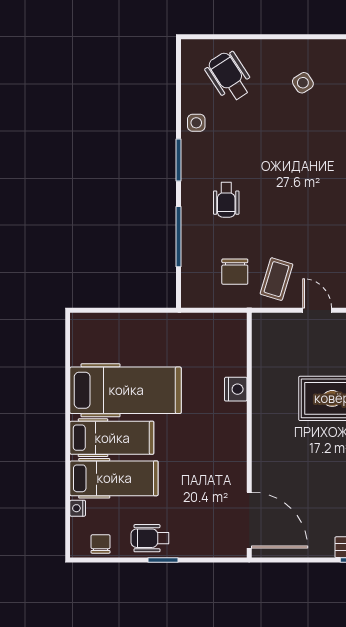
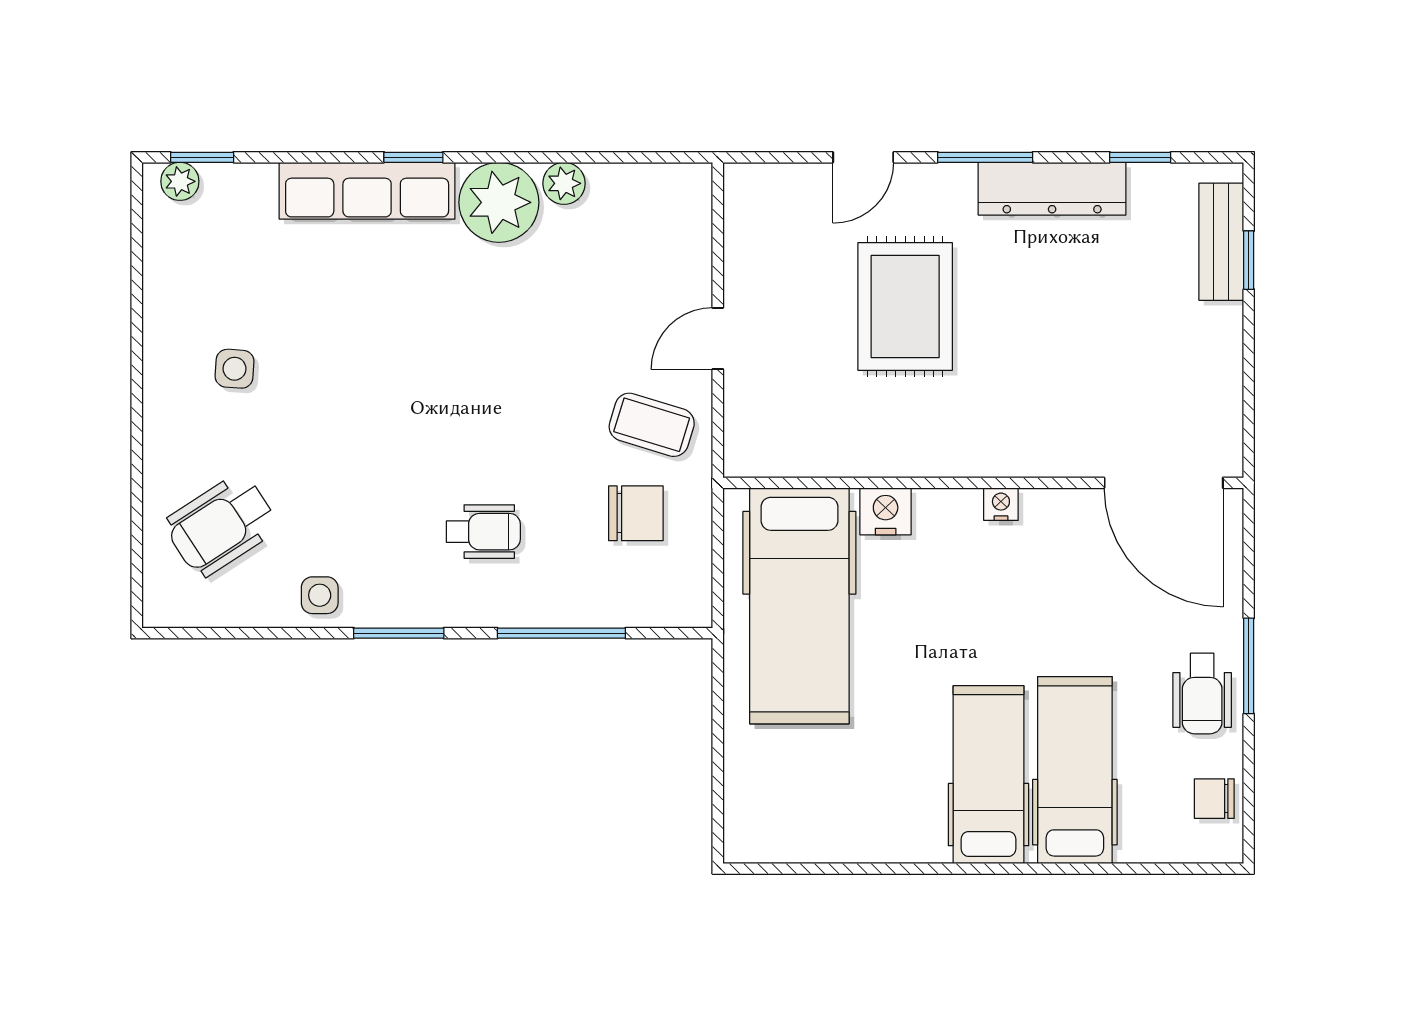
side table: (303, 83) -> (235, 369), turned 37
hospital bed: (126, 390) -> (799, 606), moved, turned 180
nightstand: (78, 508) -> (1001, 504), moved, turned 180
door: (249, 520) -> (1164, 483), swing flipped
window: (163, 560) -> (1249, 666), width x1.50

